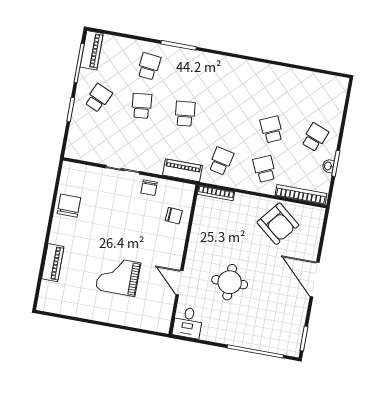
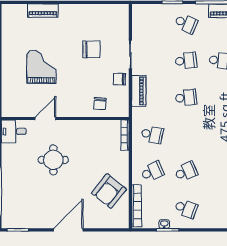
piano: (183, 170) -> (139, 91), moved
chair: (69, 206) -> (91, 49), moved

